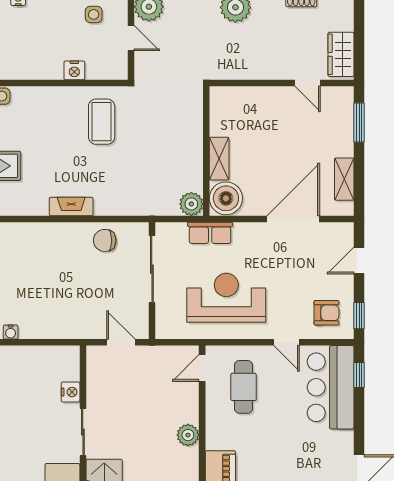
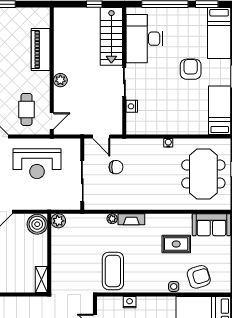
coffee table: (102, 122) -> (113, 271), width x1.36, depth x1.32
shelving: (219, 159) -> (41, 279), moved
plant: (103, 207) -> (112, 219), added
row of seats: (210, 233) -> (47, 203), removed
chair: (105, 240) -> (116, 167), moved

